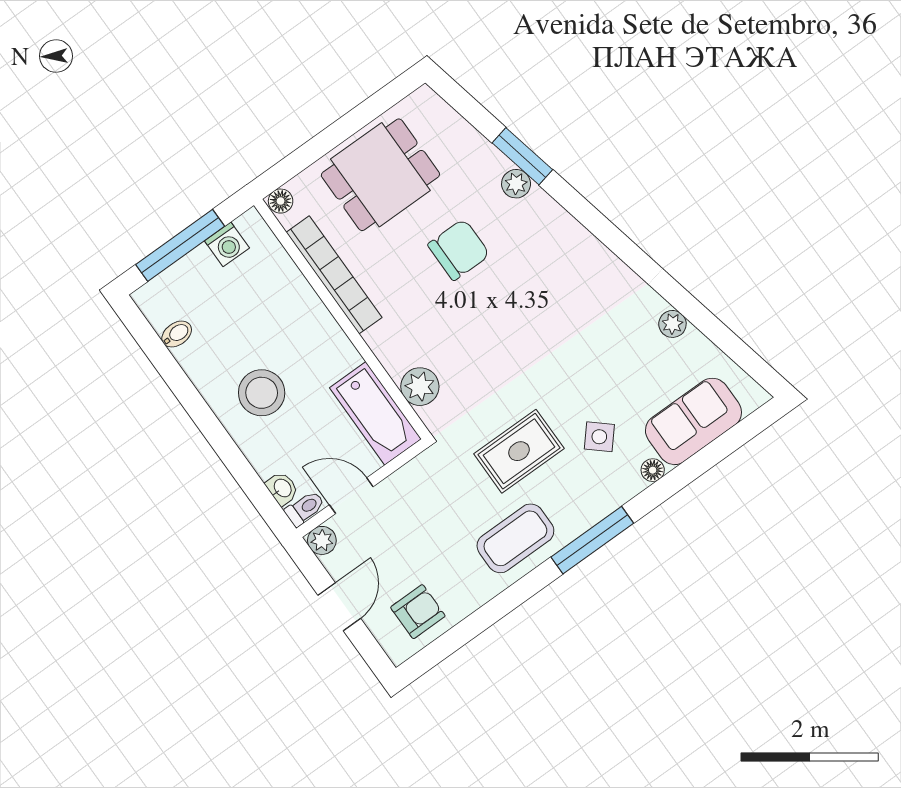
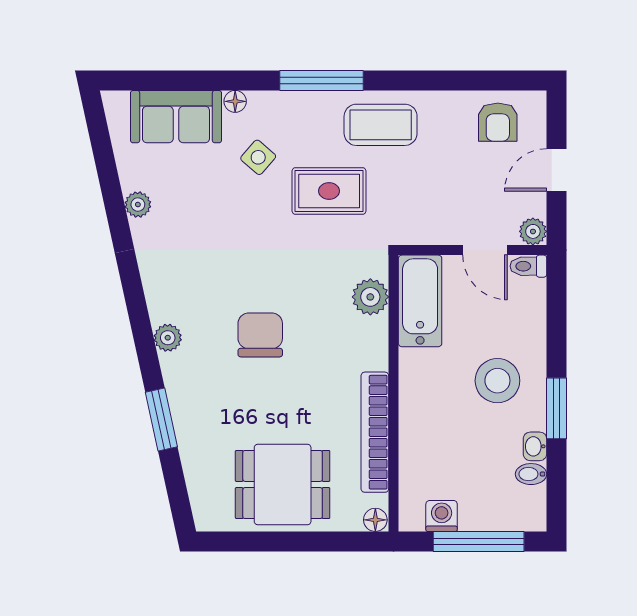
plant: (516, 184) -> (168, 338), moved
chair: (459, 250) -> (260, 335), moved, turned 90
window: (195, 405) -> (556, 408), added
washbasin: (282, 488) -> (535, 446), moved
armchair: (418, 612) -> (498, 122), turned -90

